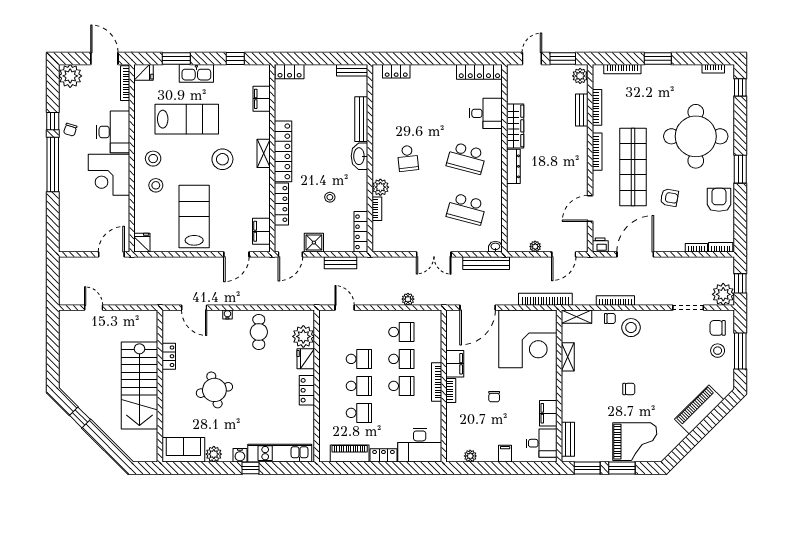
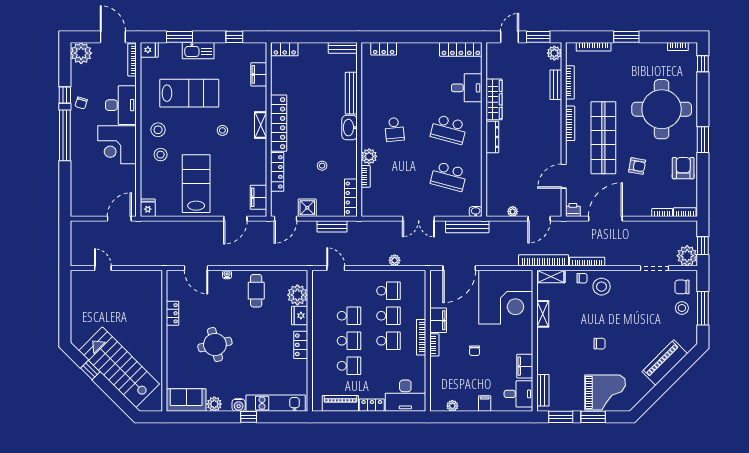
stool: (222, 159) -> (222, 130), width x0.53, depth x0.53
bookcase: (545, 299) -> (544, 260), moved
stairs: (139, 385) -> (119, 367), moved, turned 135

